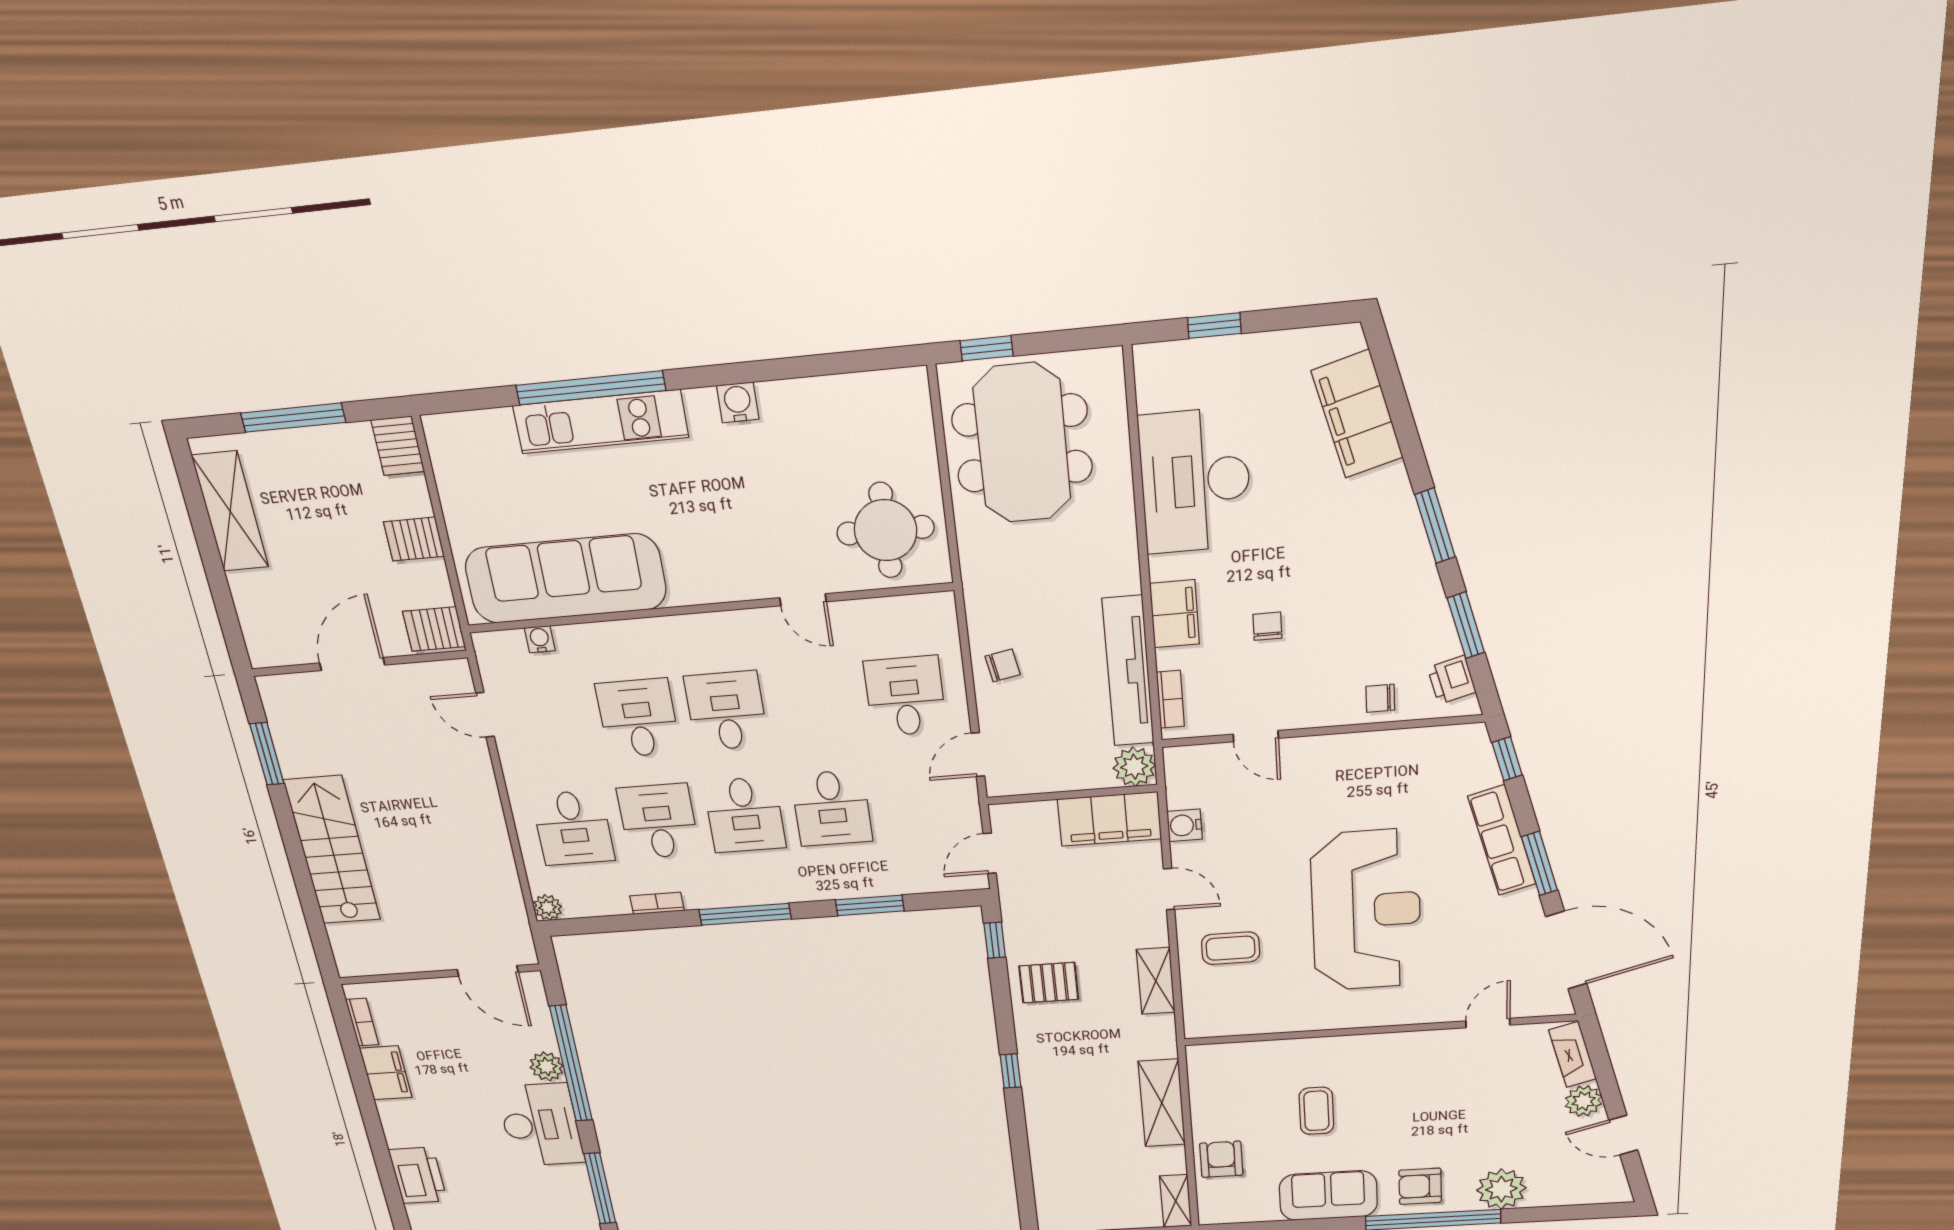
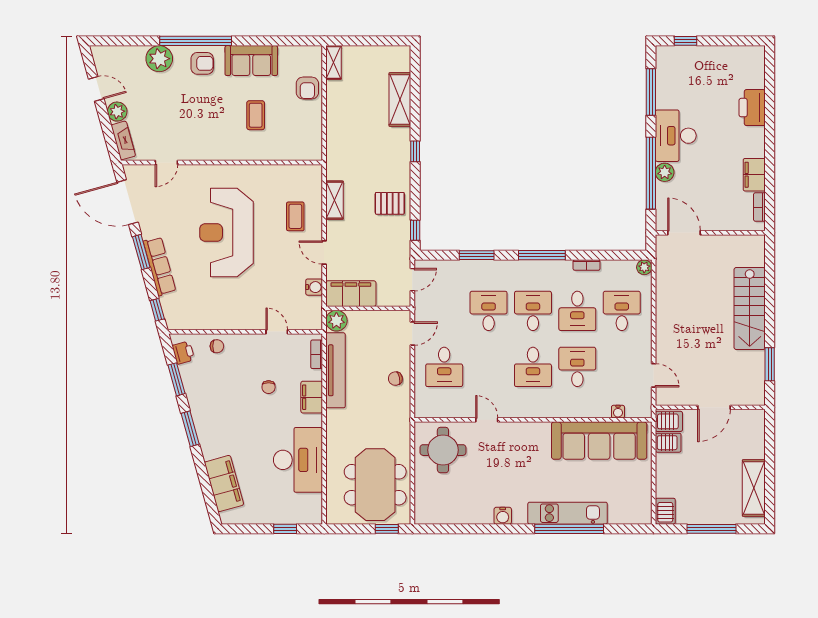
server rack: (414, 539) -> (668, 443), moved
desk: (638, 718) -> (577, 367), turned 180
coffee table: (1231, 948) -> (295, 216), turned 90
shelving: (1162, 1103) -> (400, 99), moved

